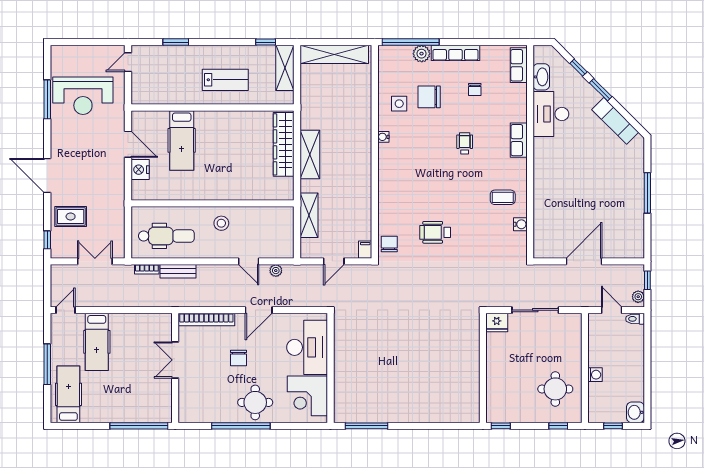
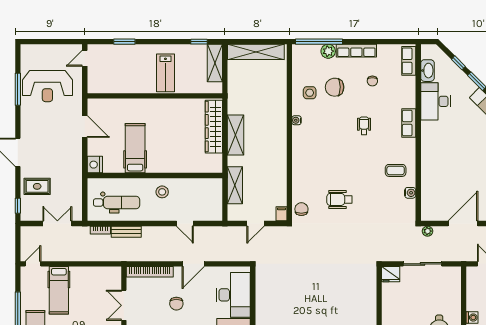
lab bench: (225, 80) -> (165, 73), turned 90
hospital bed: (182, 140) -> (135, 148), moved, turned 180
nightstand: (140, 170) -> (95, 165), moved
plant: (276, 271) -> (428, 231), moved

